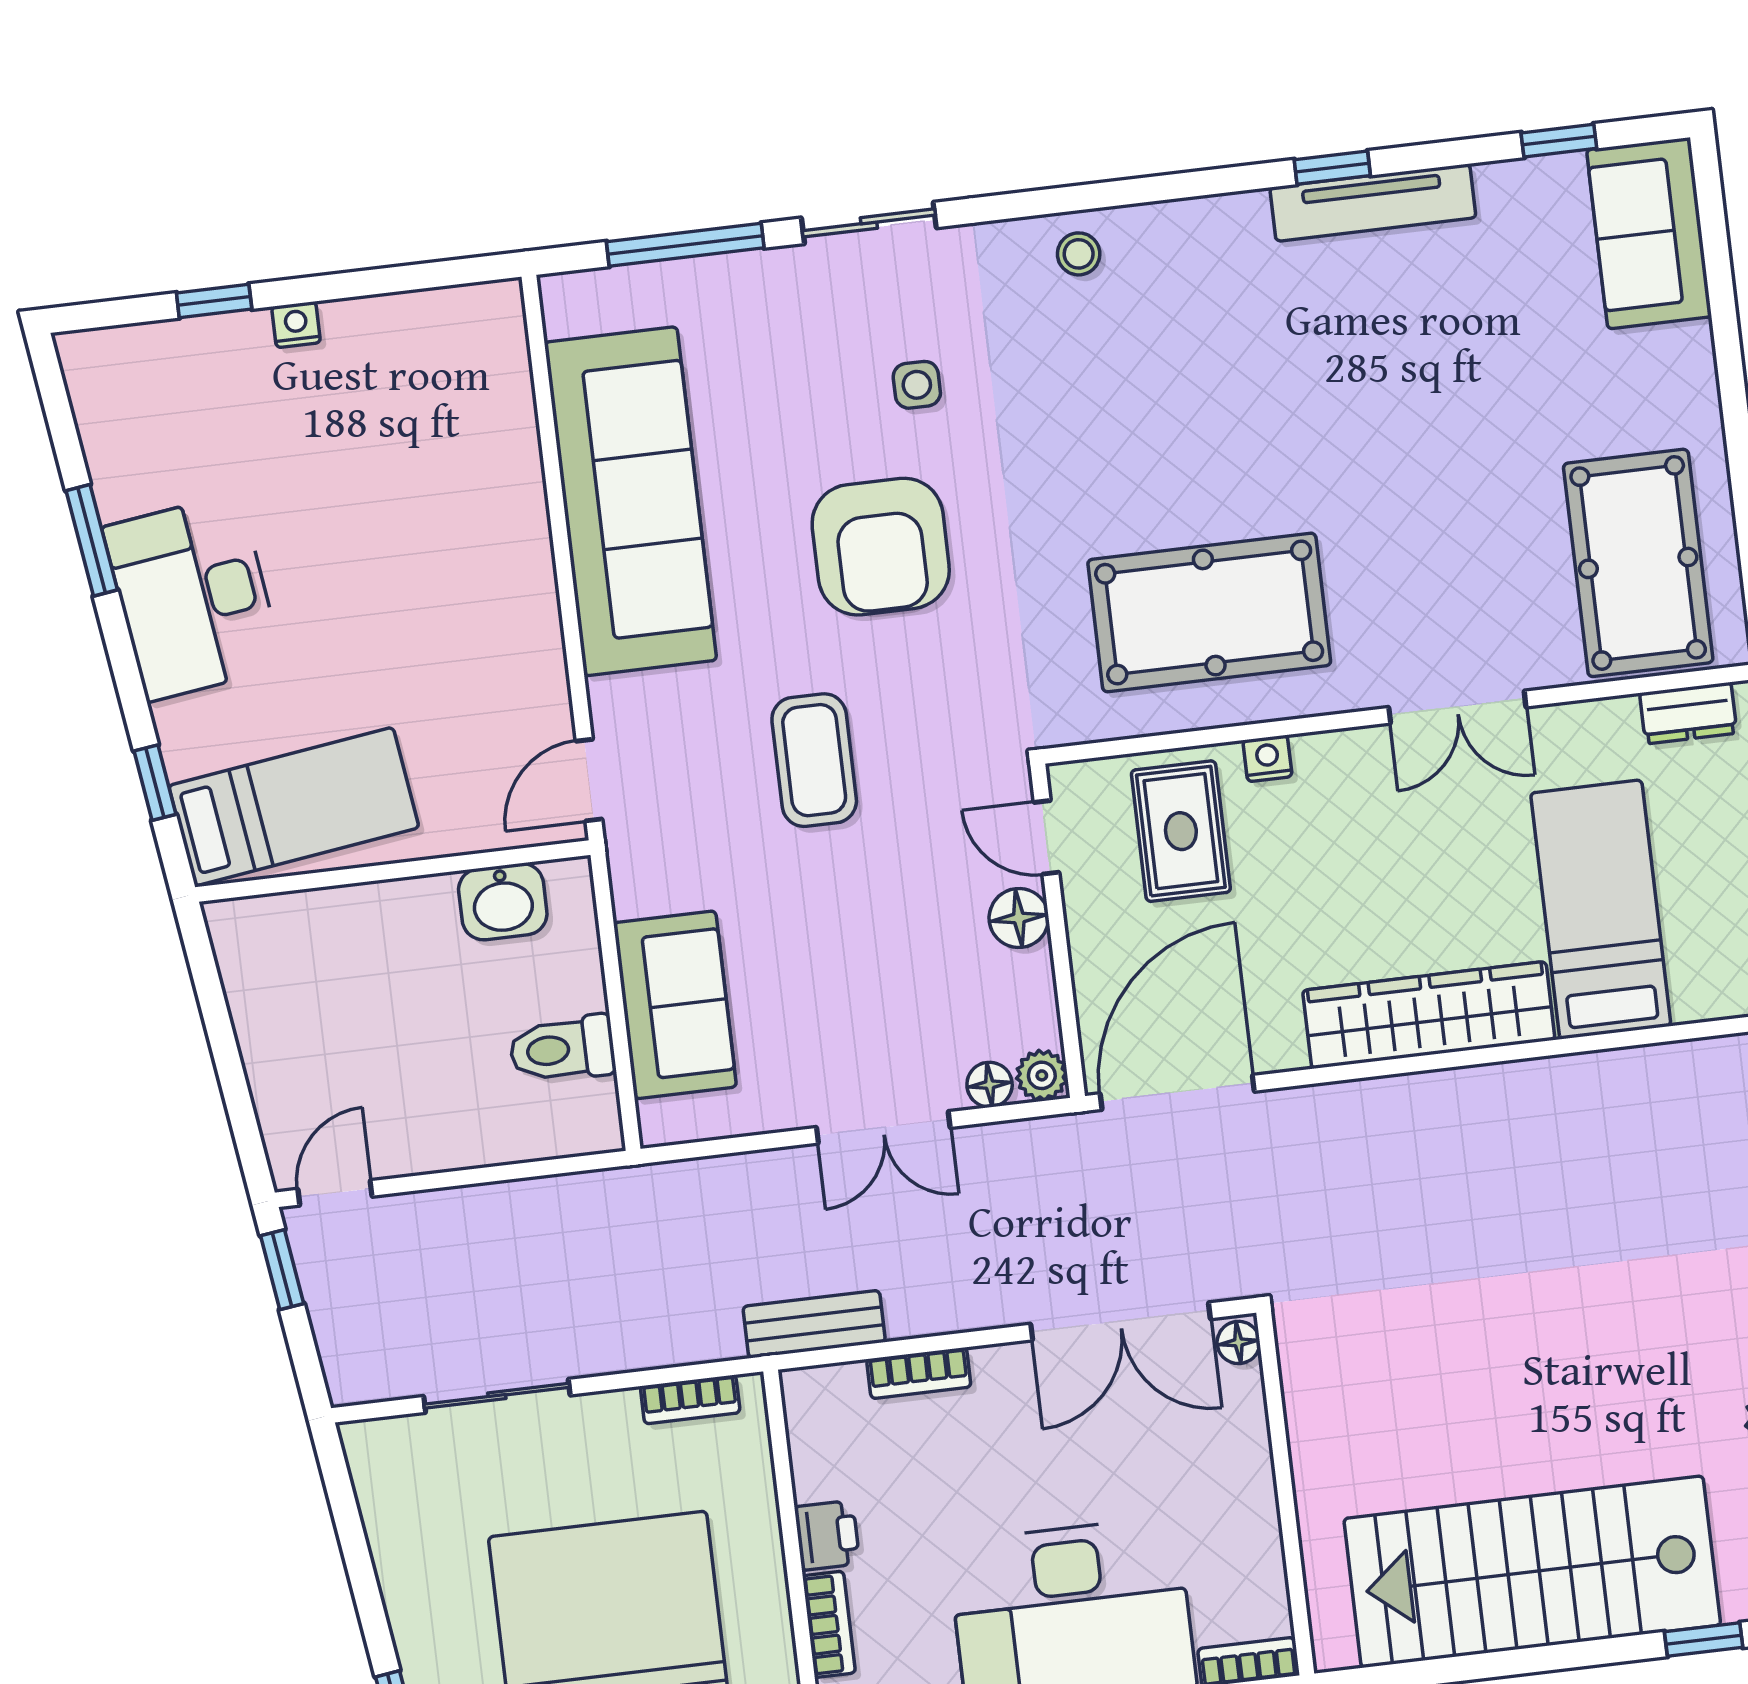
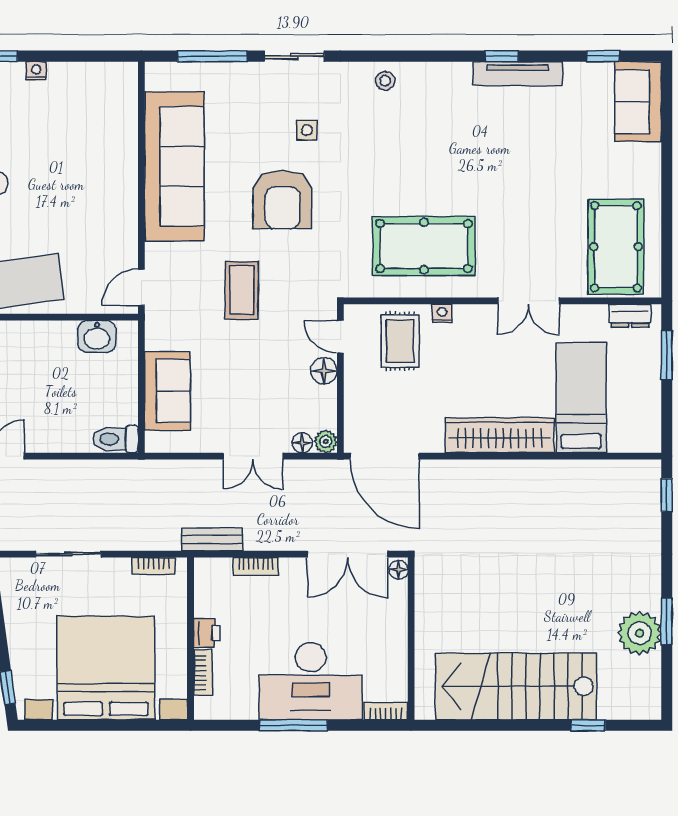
toilet: (562, 1049) -> (115, 439), moved
door: (1177, 1092) -> (385, 456), swing flipped

